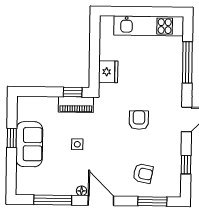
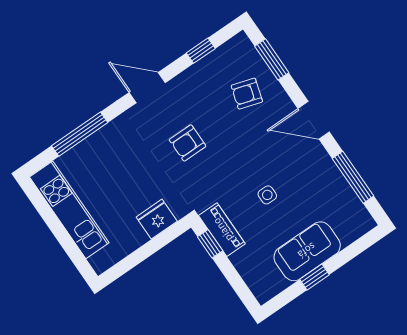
armchair: (143, 174) -> (247, 94), turned -84
floor lamp: (82, 191) -> (318, 151), removed
door: (101, 201) -> (314, 120), hinge flipped

